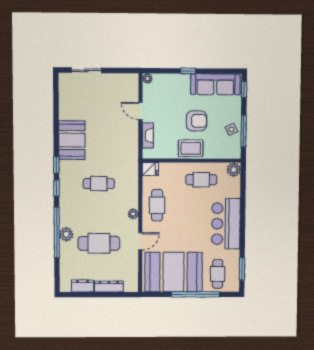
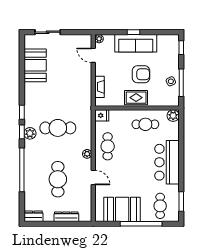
sofa: (215, 84) -> (136, 43), moved
door: (140, 111) -> (93, 55), moved
booth: (72, 140) -> (35, 65), moved
cafe table: (99, 184) -> (58, 128), width x1.37, depth x1.35
plant: (66, 234) -> (30, 133), moved
door: (140, 241) -> (93, 178), hinge flipped
cafe table: (99, 243) -> (58, 179), turned 90
booth: (174, 272) -> (122, 209), width x0.73, depth x0.70
dresser: (83, 286) -> (33, 216), moved

